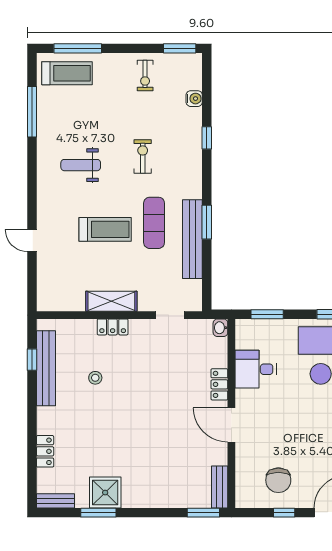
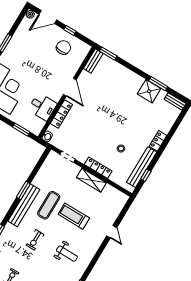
bench: (192, 239) -> (24, 205), moved
locker: (113, 327) -> (98, 168), width x1.53
locker: (219, 384) -> (61, 114), width x1.53
locker: (45, 451) -> (158, 141), moved

